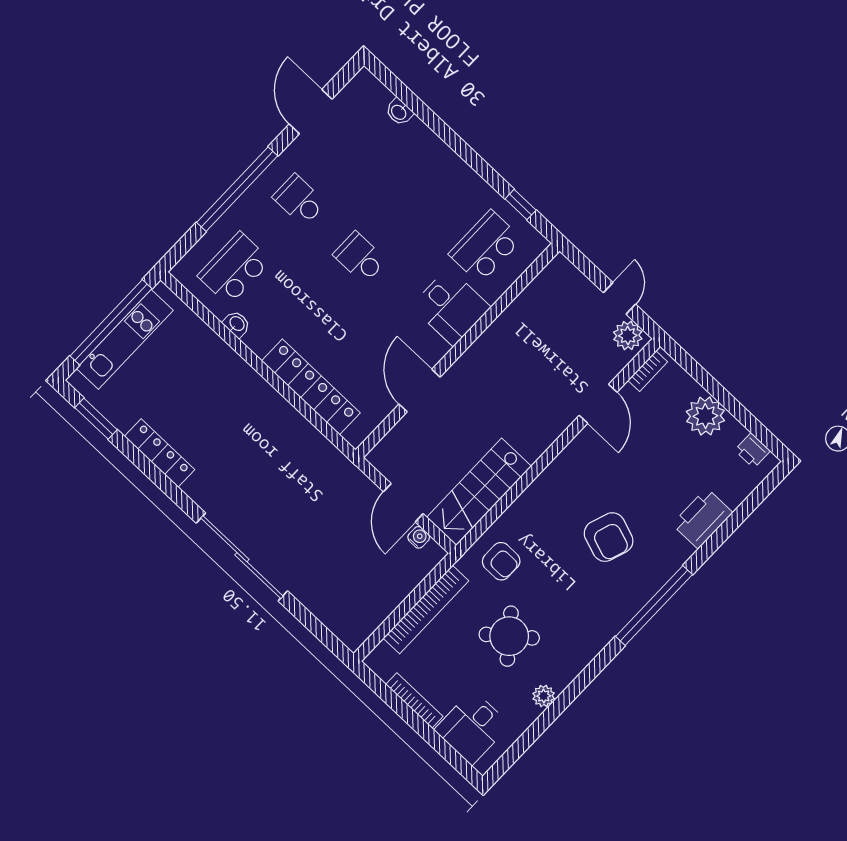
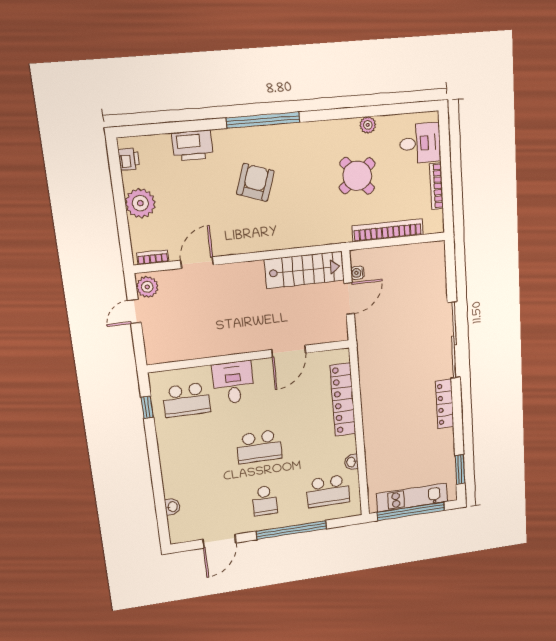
school desk: (360, 258) -> (259, 447), width x1.85
locker: (159, 453) -> (445, 404), moved
armchair: (501, 561) -> (326, 221), removed

